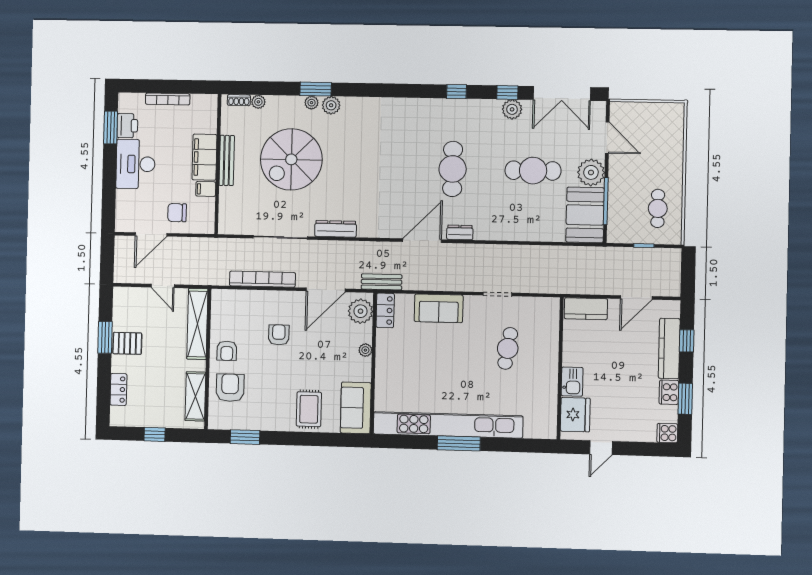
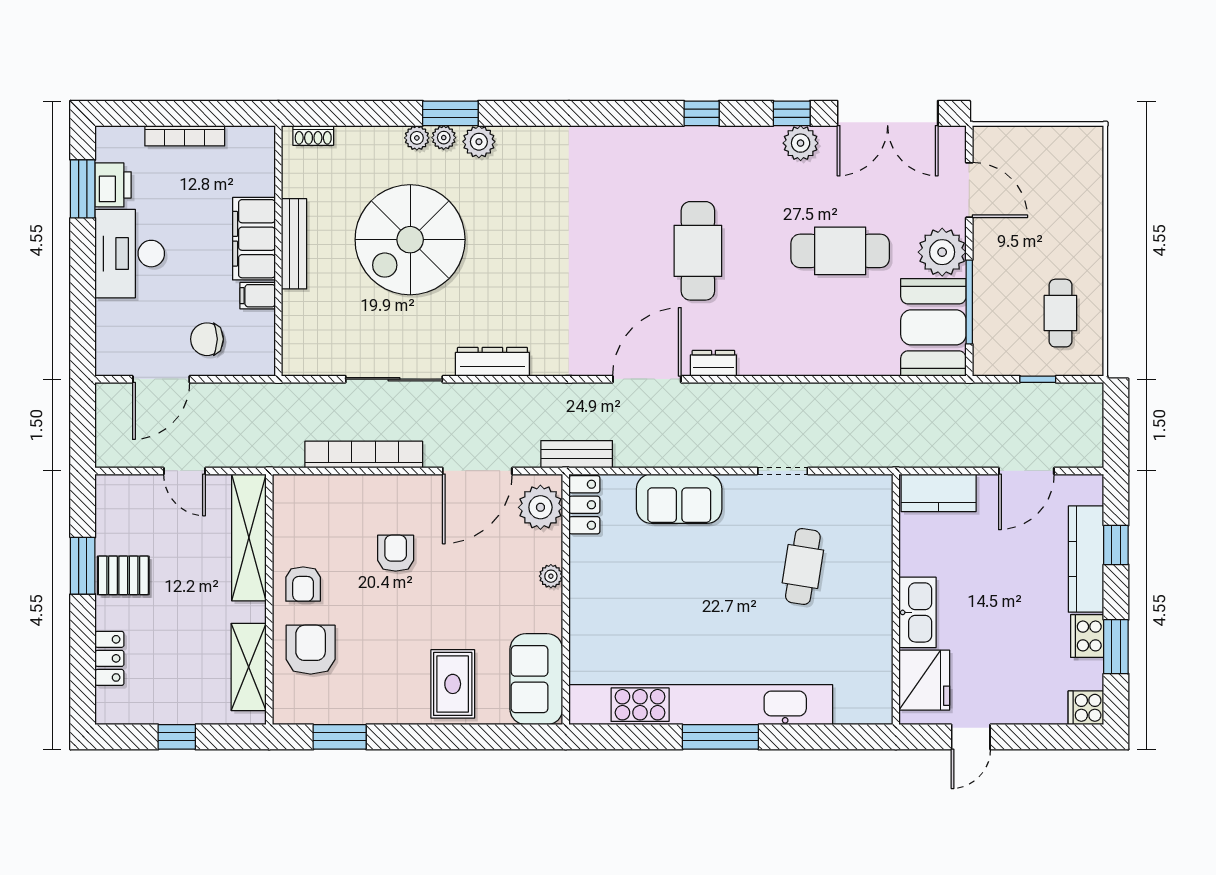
plant: (258, 102) -> (417, 138), moved
kitchen sink: (572, 382) -> (918, 612), width x1.38

